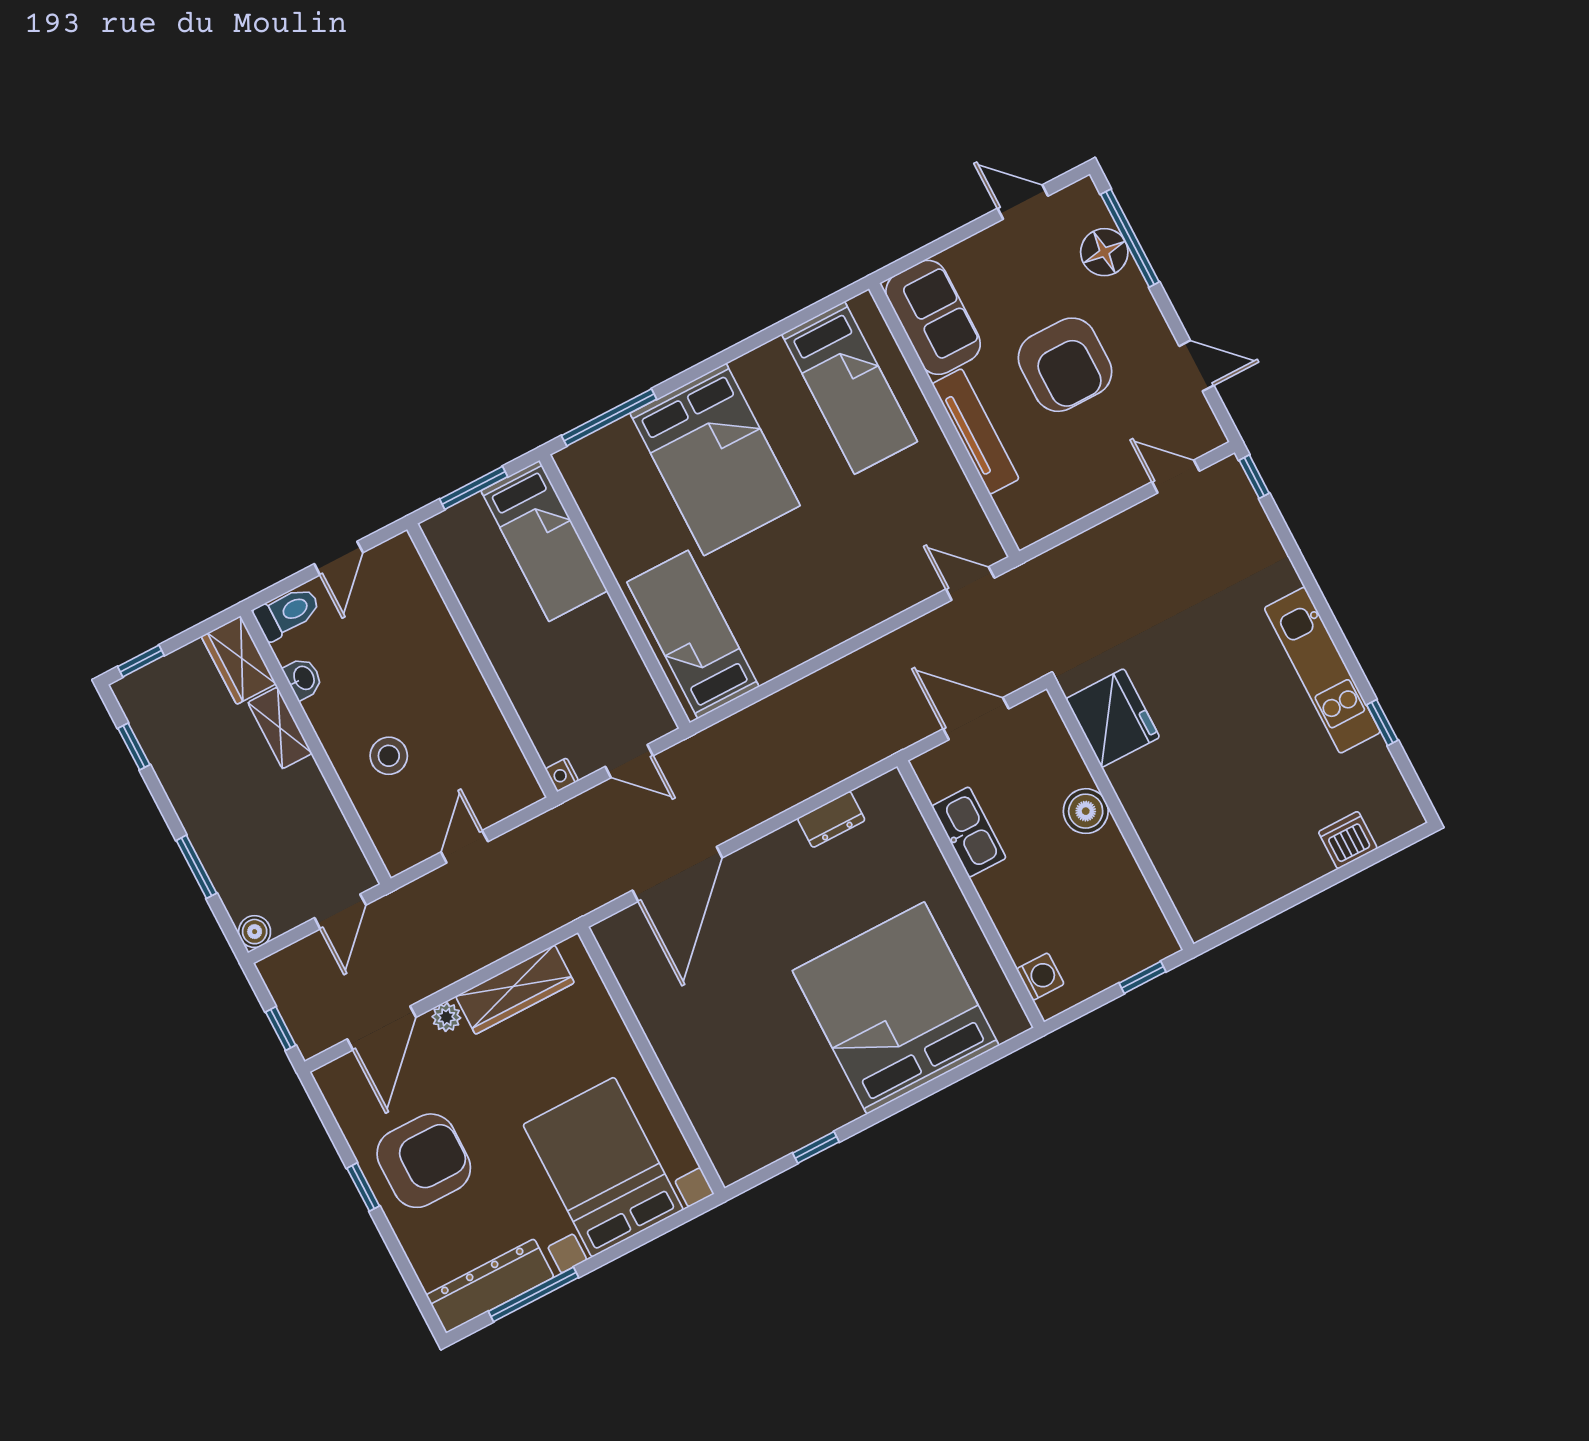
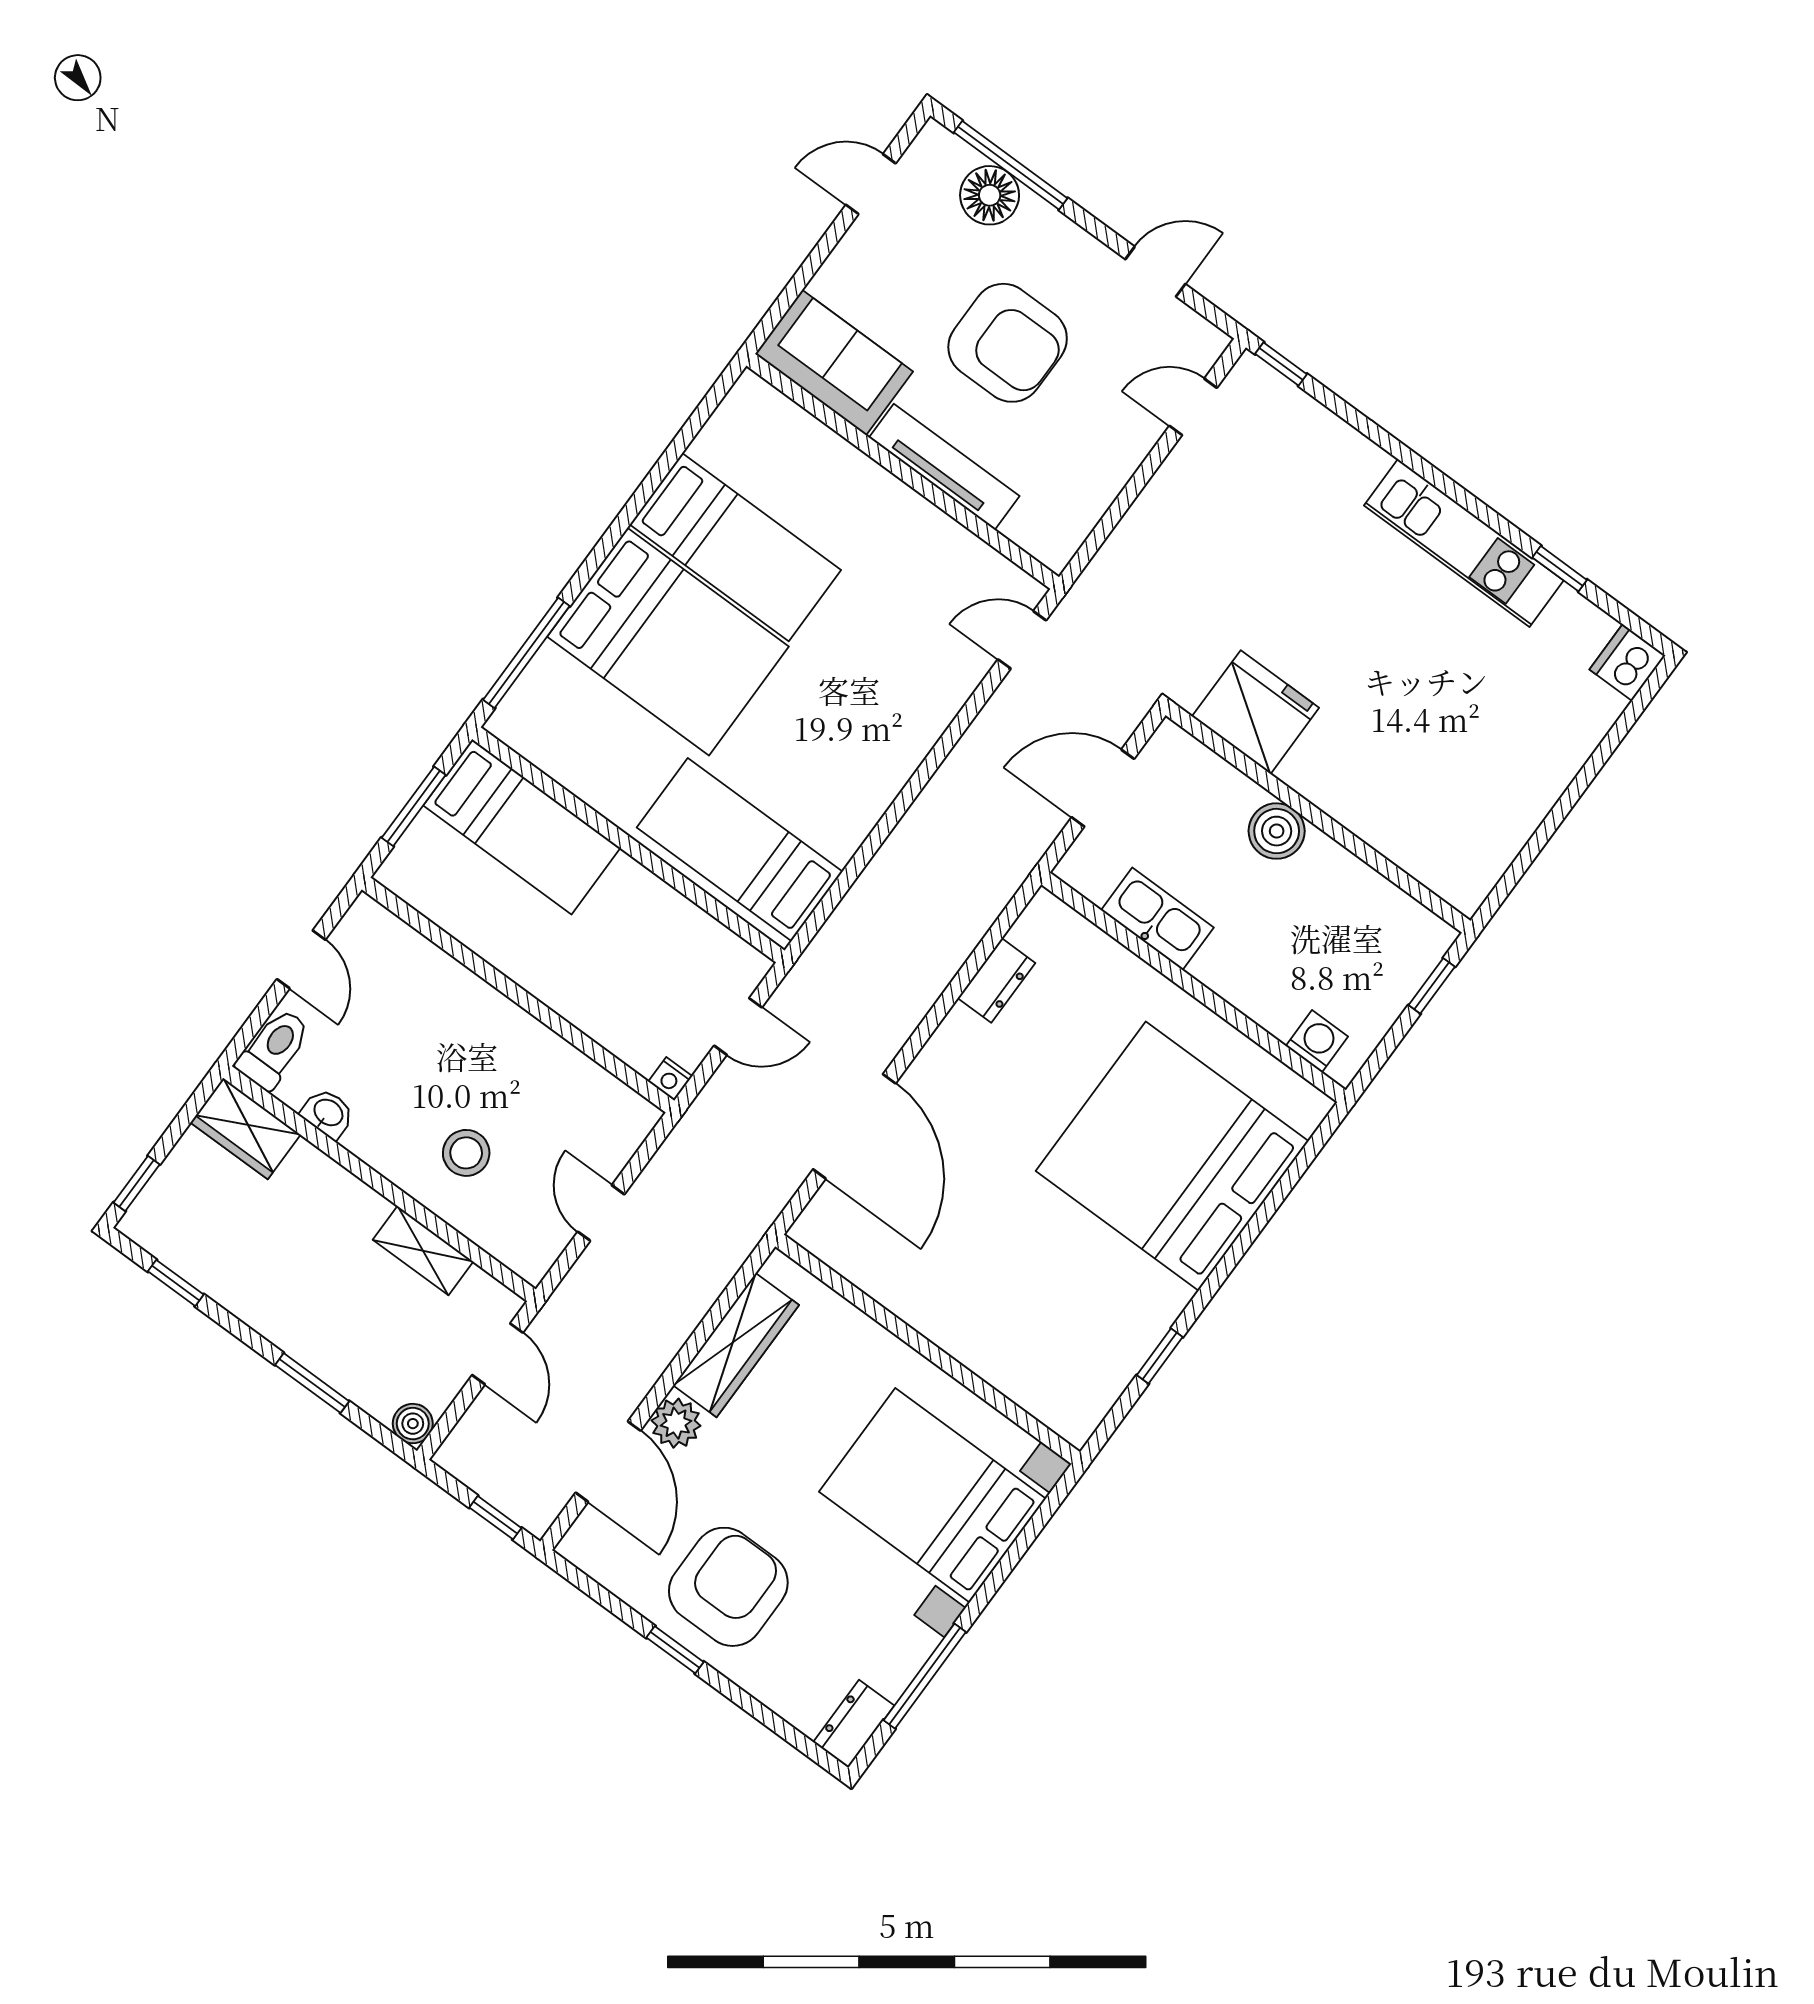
bed: (850, 388) -> (735, 547), moved
shelving: (280, 728) -> (423, 1251), moved
dishwasher: (1348, 840) -> (1627, 663), moved
plant: (446, 1017) -> (676, 1423), width x1.38, depth x1.38
dresser: (490, 1286) -> (854, 1724), width x0.51, depth x0.80

